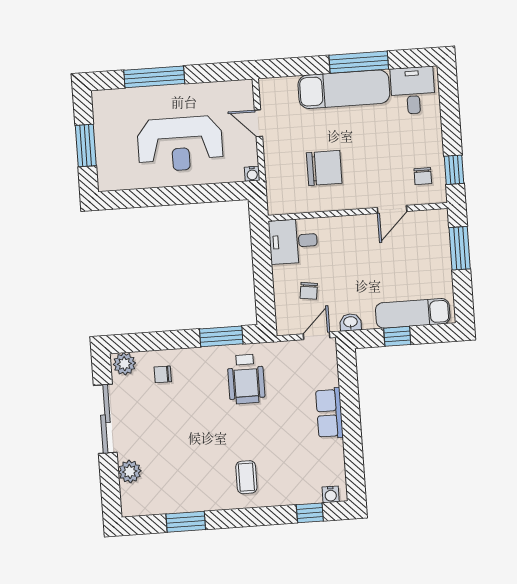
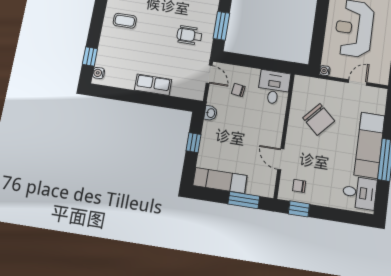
chair: (324, 168) -> (319, 119), turned -48
exam couch: (413, 313) -> (220, 180), moved, turned -90
door: (317, 336) -> (209, 74), moved
wheelchair: (246, 379) -> (189, 35), width x0.73, depth x0.73

